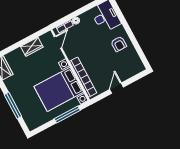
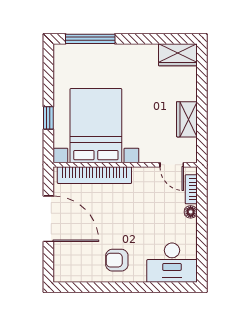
door: (116, 88) -> (48, 219), width x1.88
window: (13, 106) -> (90, 39), moved
window: (67, 114) -> (48, 118), width x0.46

